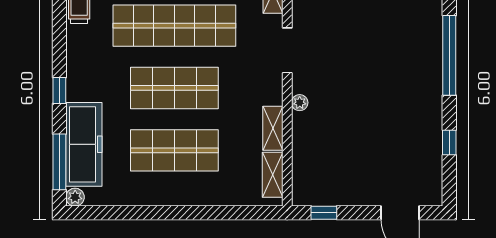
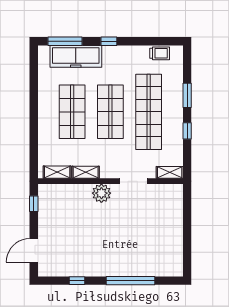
plant: (300, 103) -> (101, 193), width x1.88, depth x1.88
plant: (75, 197) -> (43, 51), removed

